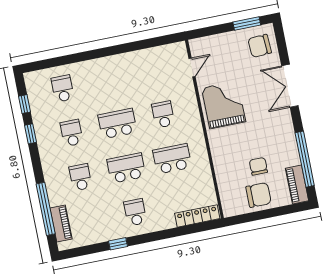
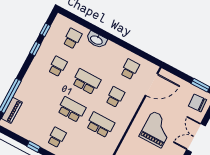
door: (192, 67) -> (151, 85), width x1.87
washbasin: (90, 68) -> (97, 40), added
grand piano: (224, 105) -> (157, 129), moved
school desk: (81, 177) -> (130, 69), moved

